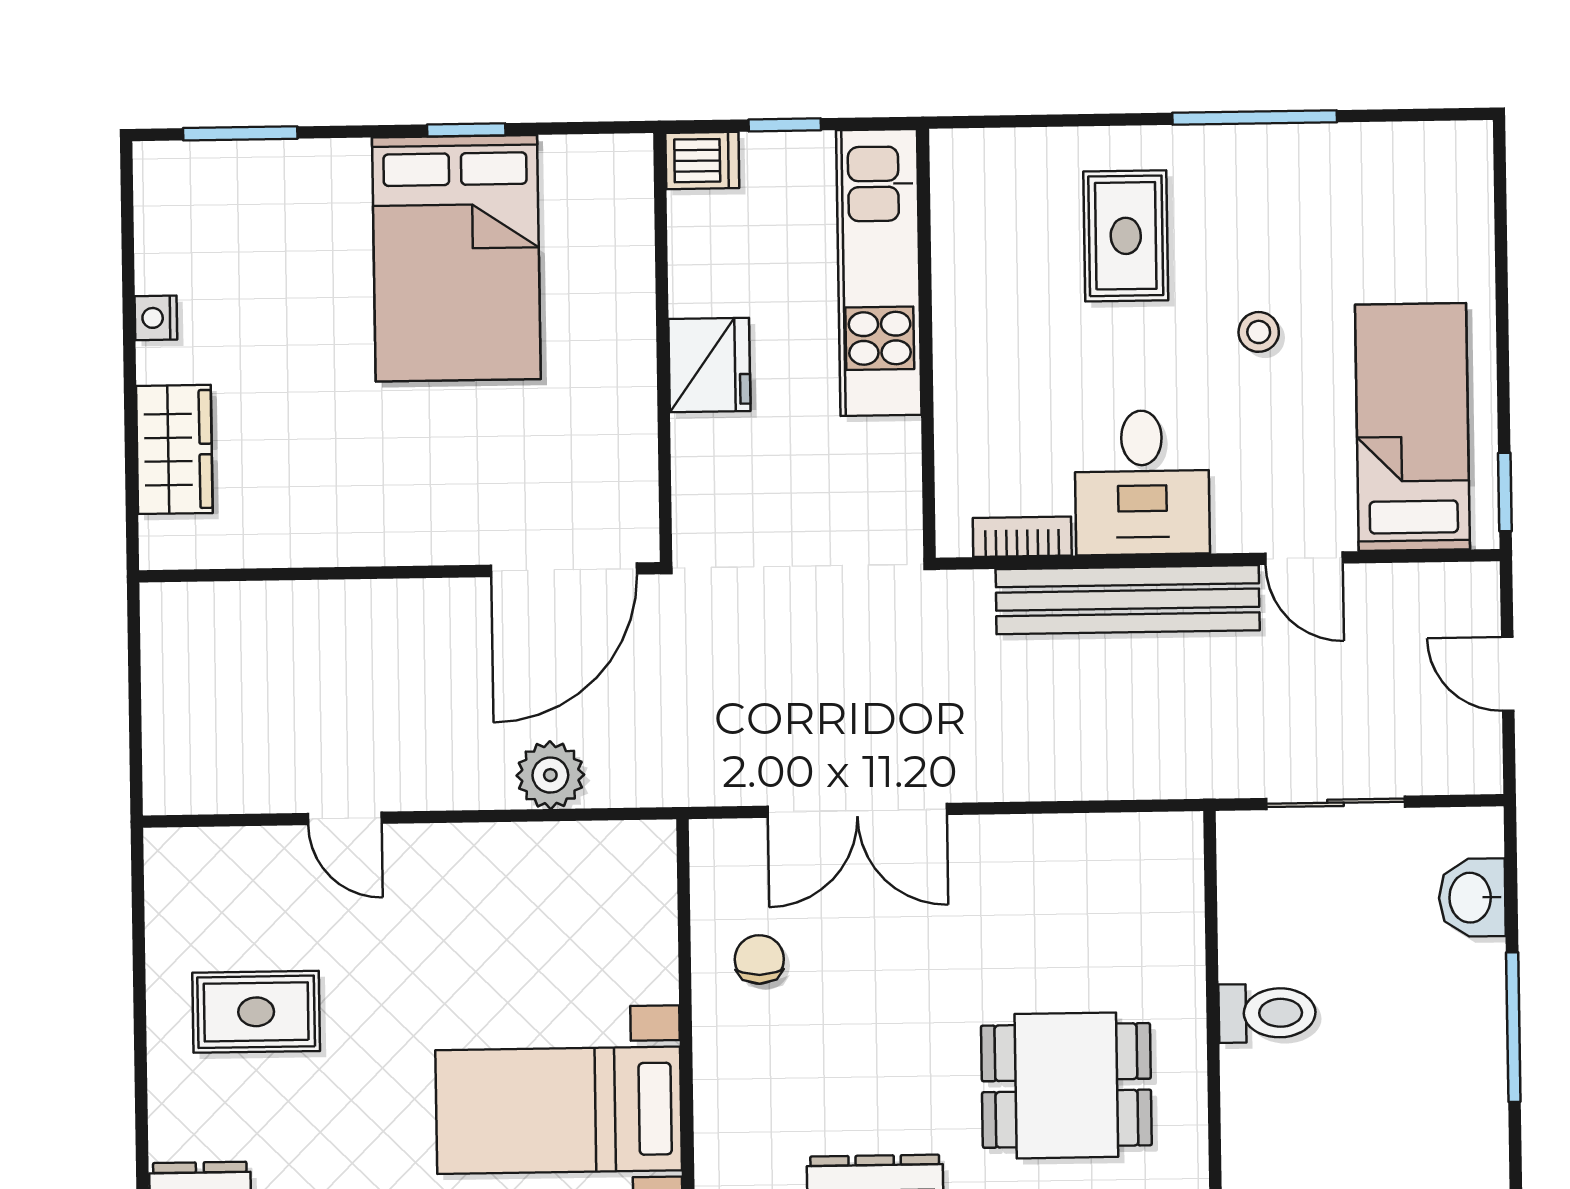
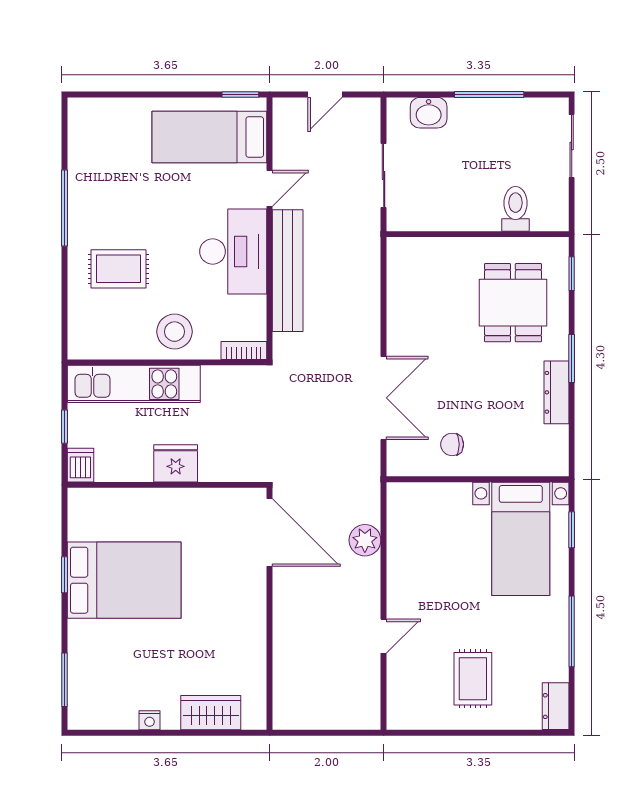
stool: (1259, 332) -> (175, 332), moved, width x1.89, depth x1.89
desk: (1142, 483) -> (233, 251), width x1.37
bookcase: (1022, 537) -> (244, 350), moved, turned 90
toilet: (1267, 1013) -> (516, 209), moved

